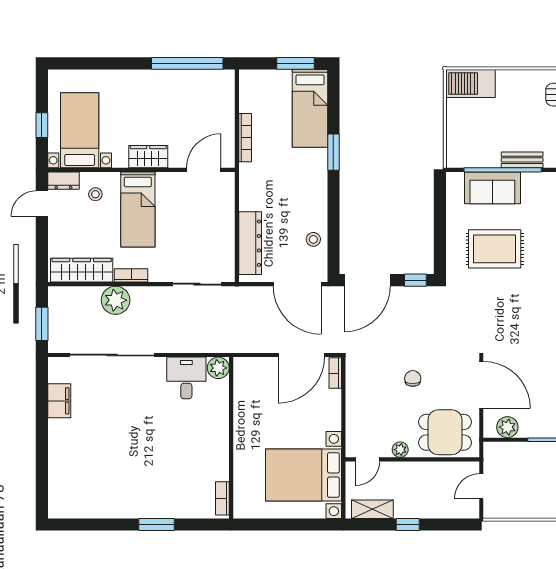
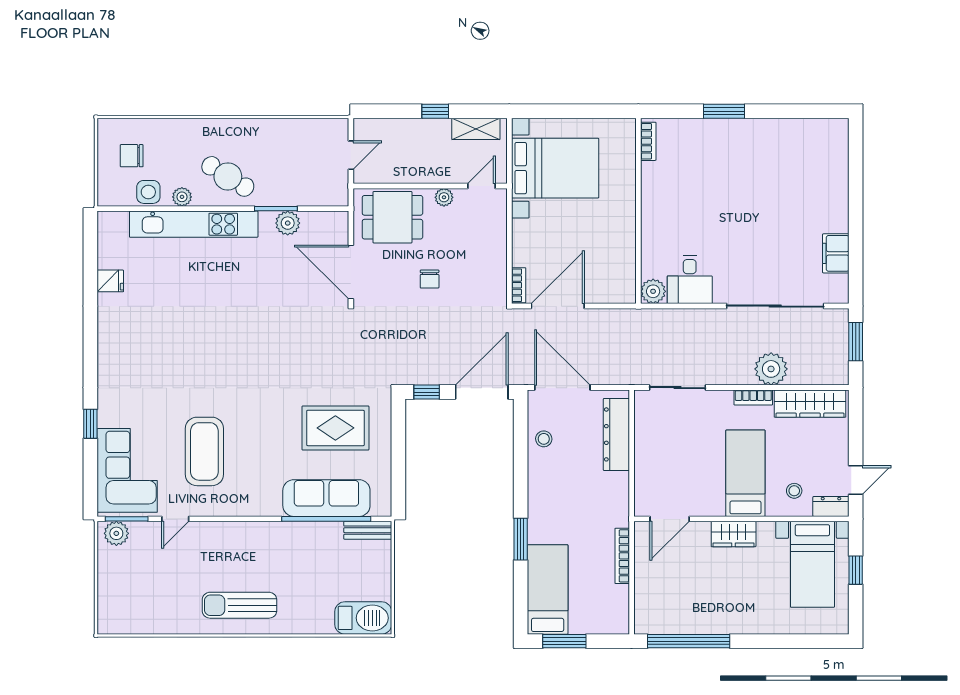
bench: (522, 160) -> (368, 530), moved
sofa: (492, 188) -> (326, 498), width x1.36
plant: (507, 427) -> (288, 223), moved

